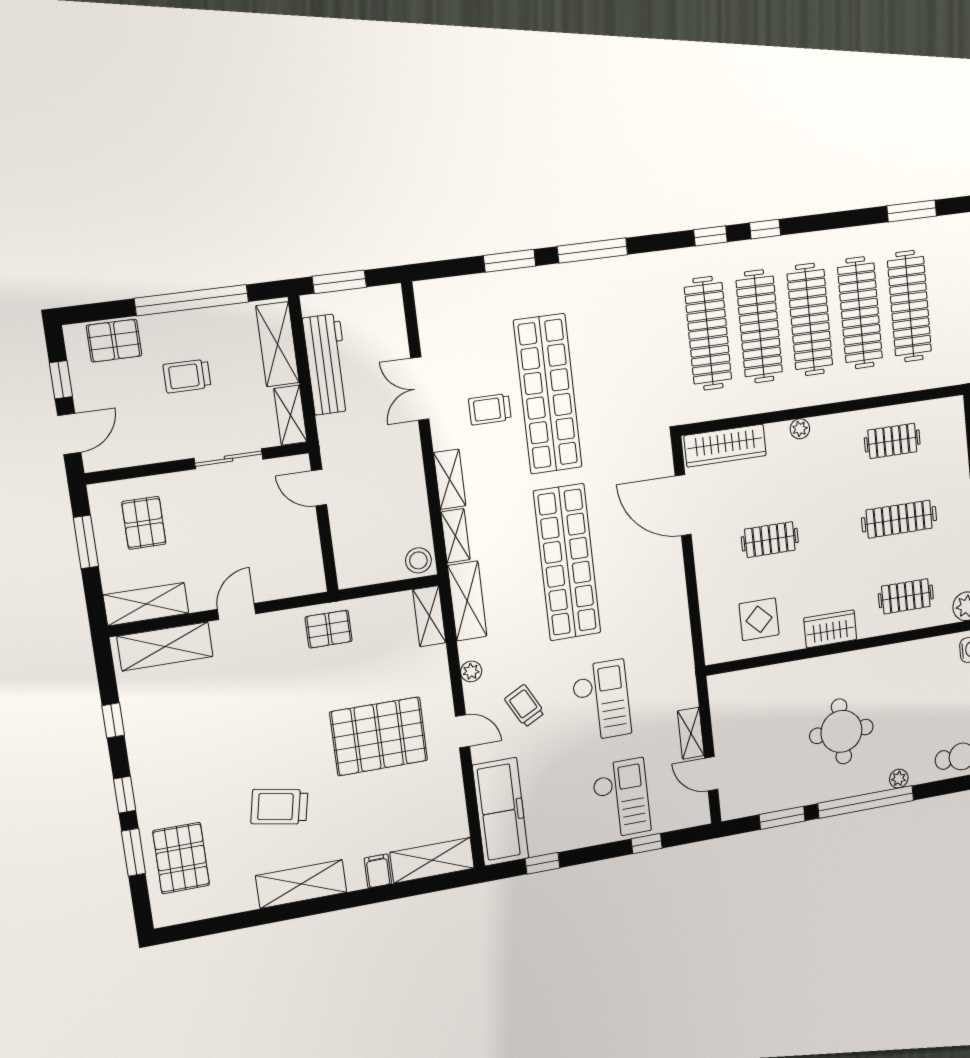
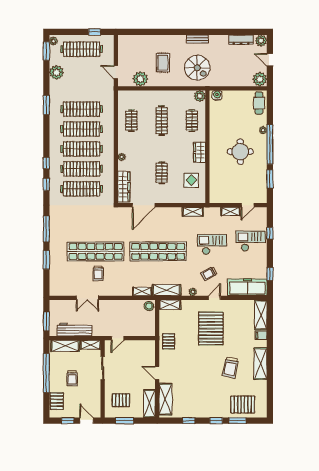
shelving: (450, 479) -> (193, 212), moved

